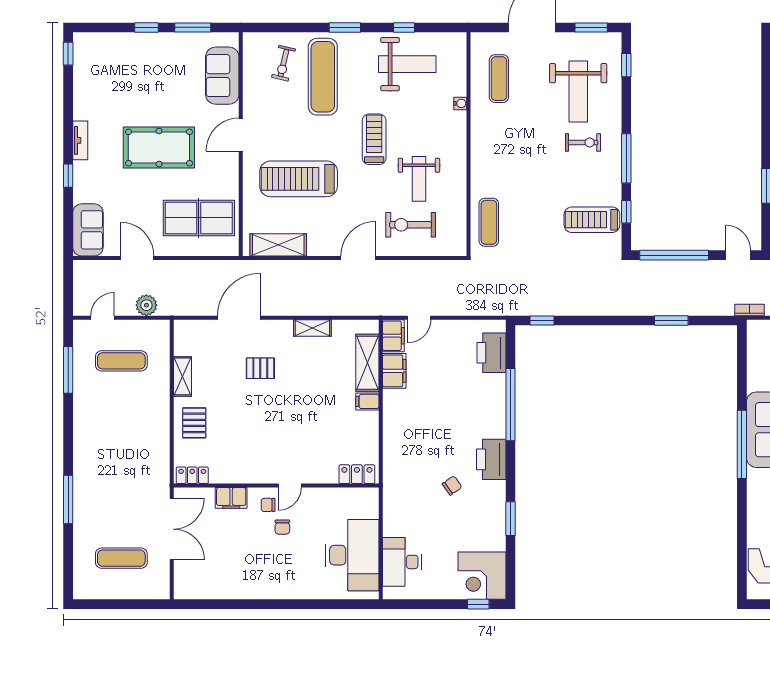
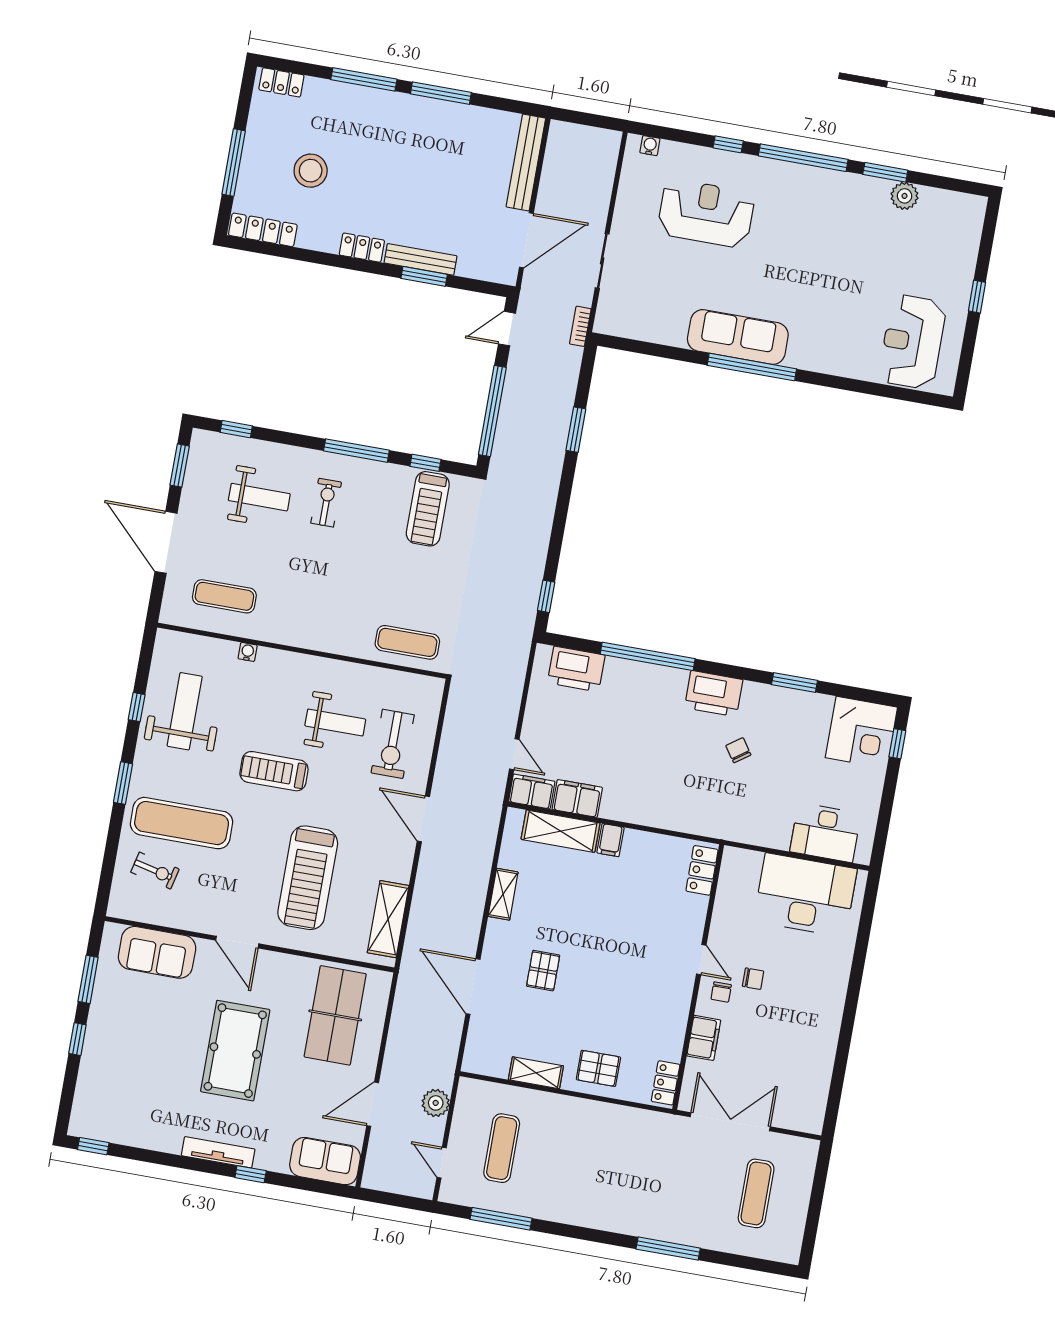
weight bench: (578, 92) -> (259, 497), width x0.73, depth x0.75
tv unit: (80, 140) -> (218, 1152), width x1.41

